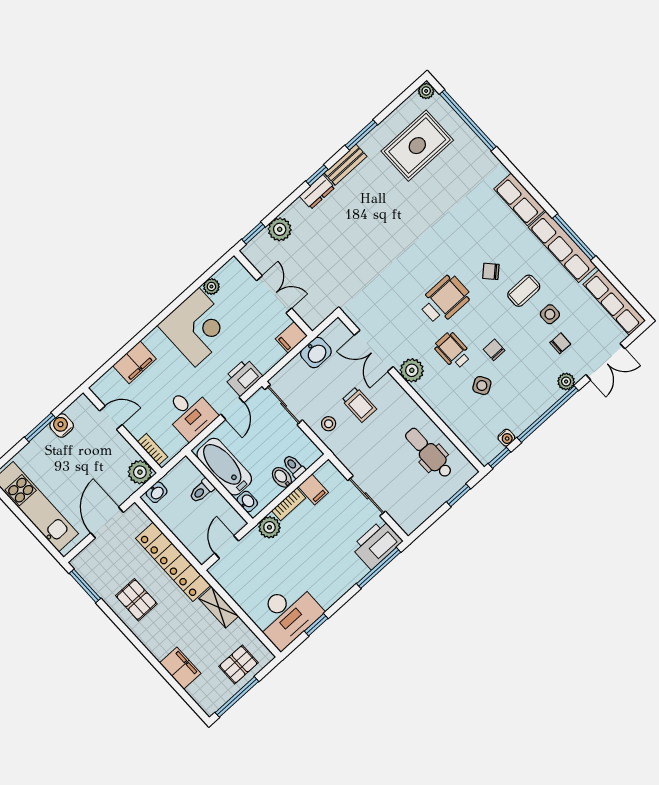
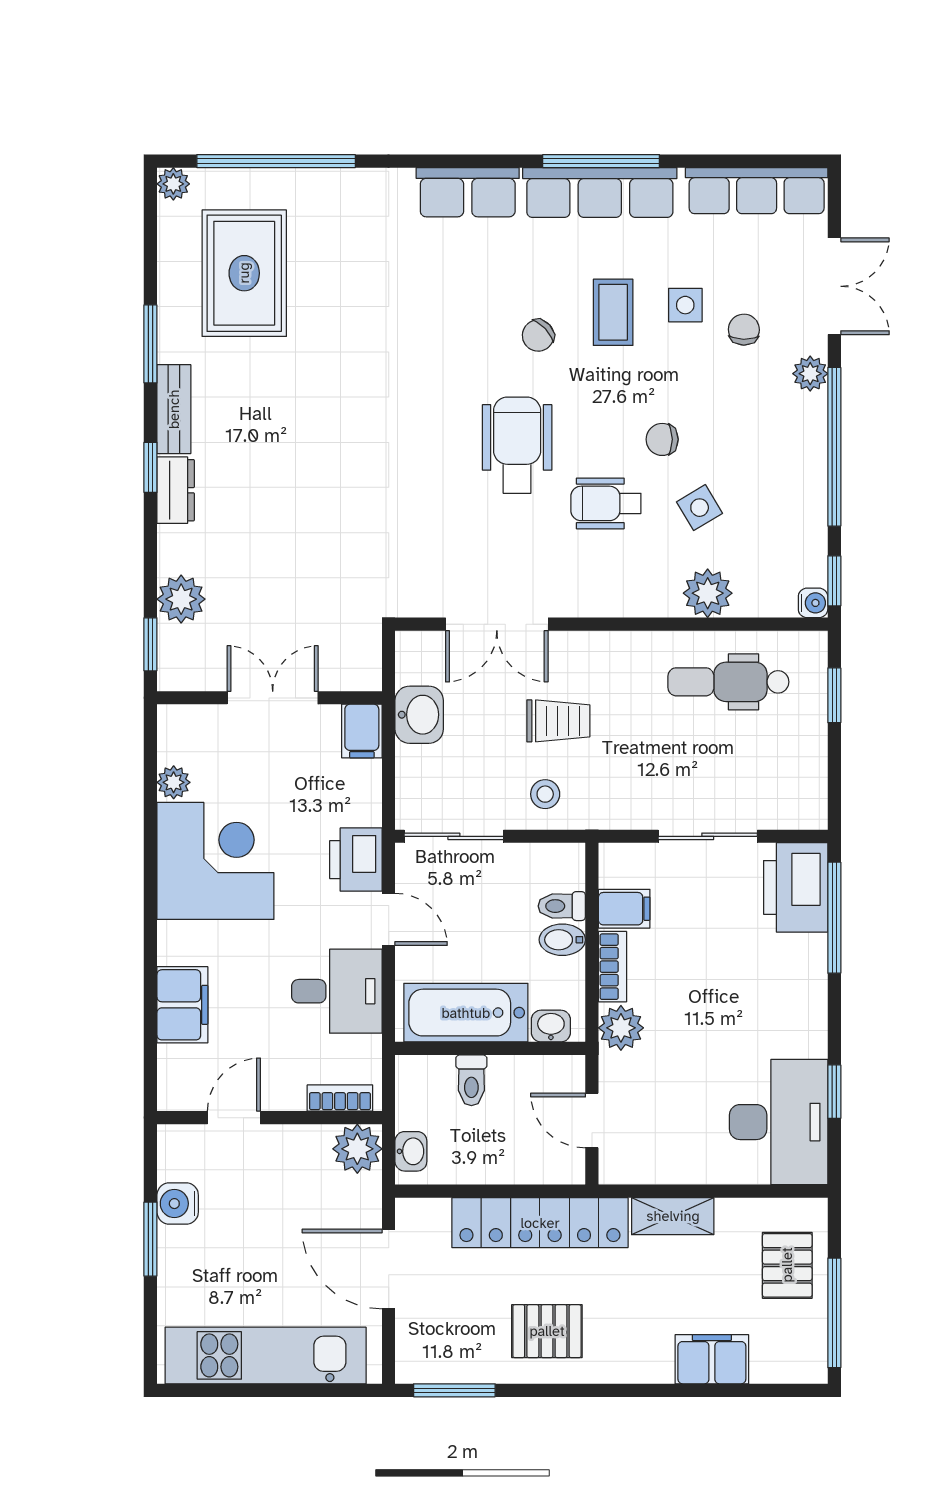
plant: (412, 370) -> (708, 593), moved
water cooler: (506, 438) -> (813, 603), moved

